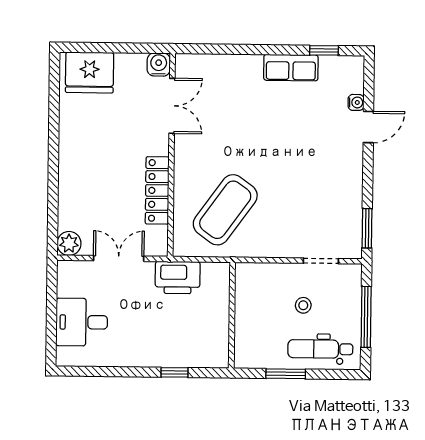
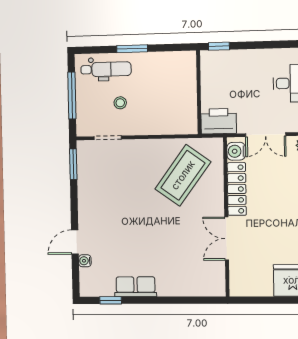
water cooler: (159, 65) -> (236, 151), moved, turned 90
double door: (172, 106) -> (227, 239), moved
wall: (232, 315) -> (199, 92), moved

